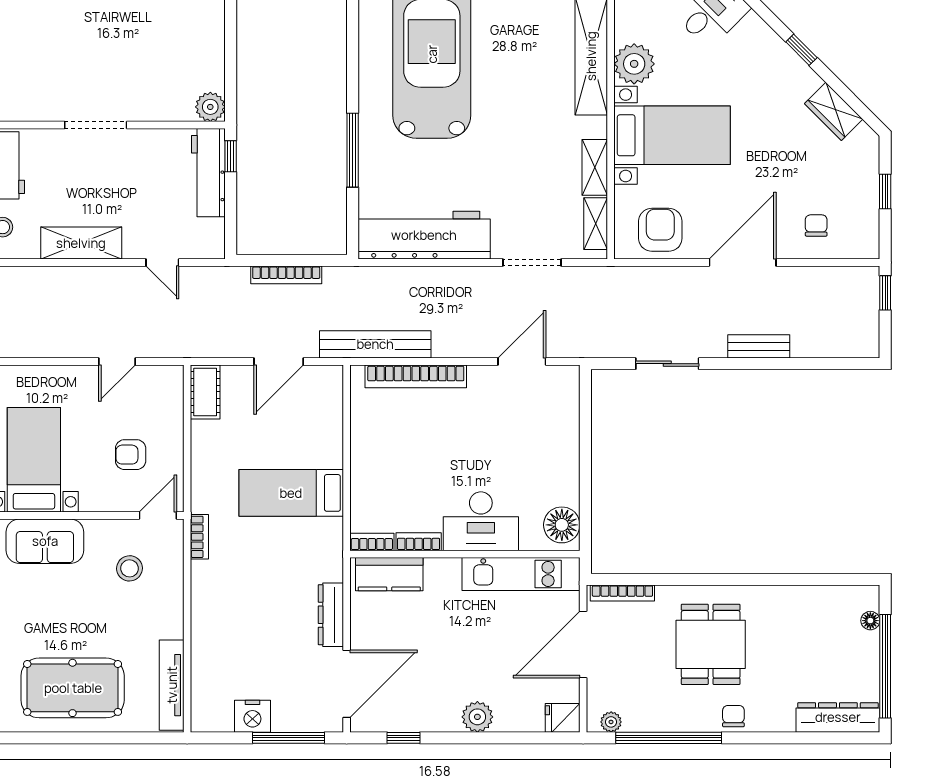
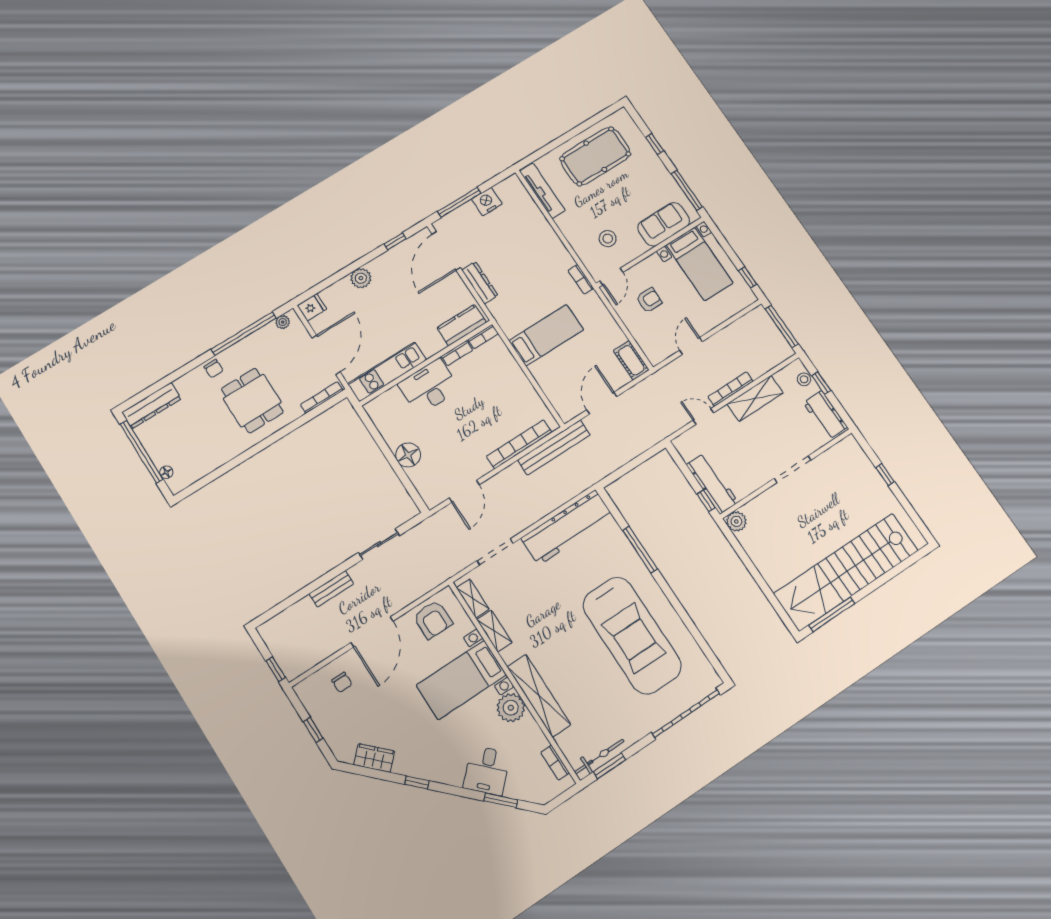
bookcase: (286, 275) -> (730, 389), moved
floor lamp: (562, 525) -> (408, 455), moved

